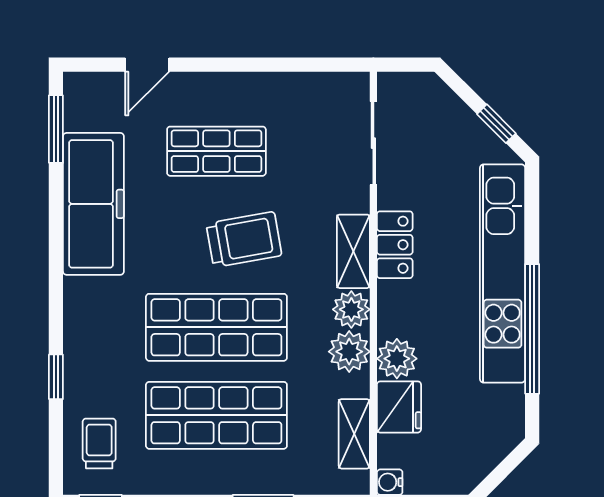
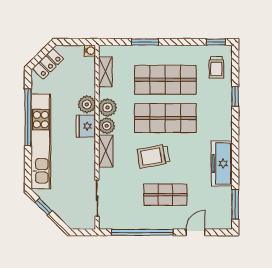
window: (269, 65) -> (142, 232), added
freezer: (93, 204) -> (222, 163), width x0.73, depth x0.79
locker: (395, 245) -> (48, 64), moved, turned -135
fridge: (399, 407) -> (86, 126), moved

